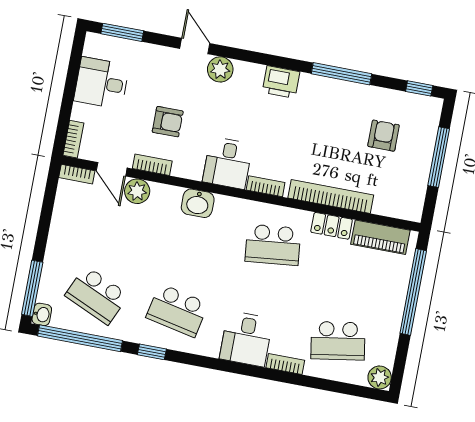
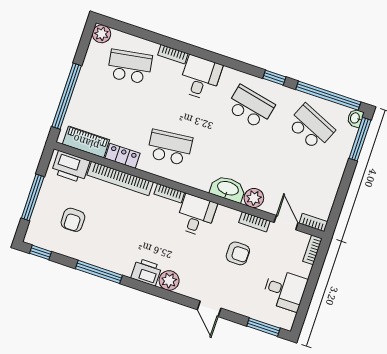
plant: (220, 69) -> (169, 280), moved
armchair: (168, 122) -> (238, 253), turned 180
plant: (137, 191) -> (254, 198), moved
washbasin: (198, 203) -> (228, 189), width x1.38
printer: (396, 203) -> (71, 167), added

